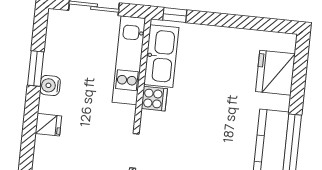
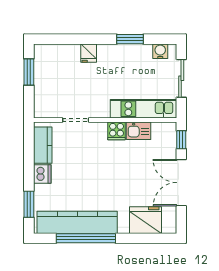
double door: (231, 21) -> (181, 183), added
kitchen sink: (161, 56) -> (139, 131), width x0.53, depth x0.81
water cooler: (50, 86) -> (160, 51), moved

